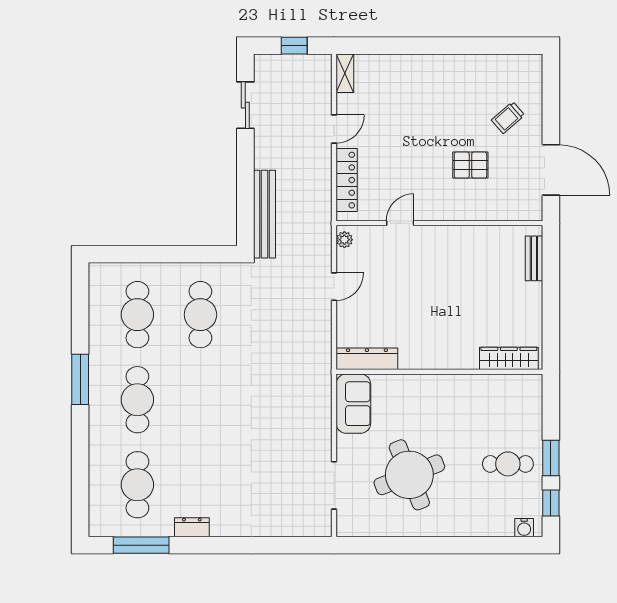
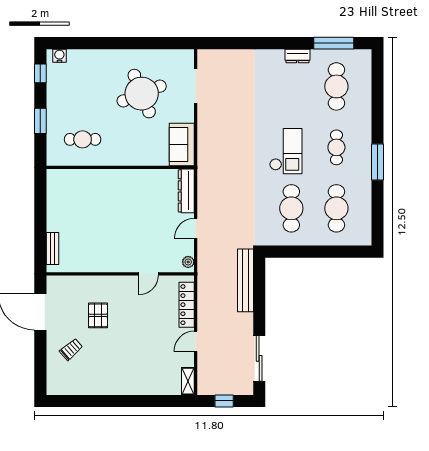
sliding door: (245, 105) -> (259, 358), width x1.37
pallet: (470, 165) -> (98, 315), turned 90
wardrobe: (509, 358) -> (70, 177), removed
dresser: (367, 359) -> (186, 191), moved, turned 90
checkout: (208, 394) -> (286, 151), added
cafe table: (137, 400) -> (336, 147), width x0.73, depth x0.74
window: (551, 458) -> (40, 121), moved
cafe table: (508, 464) -> (83, 139), moved

